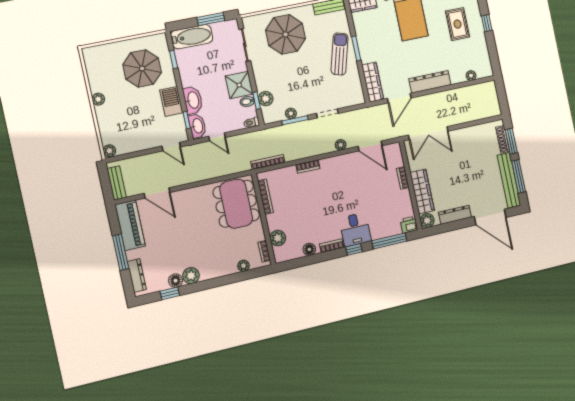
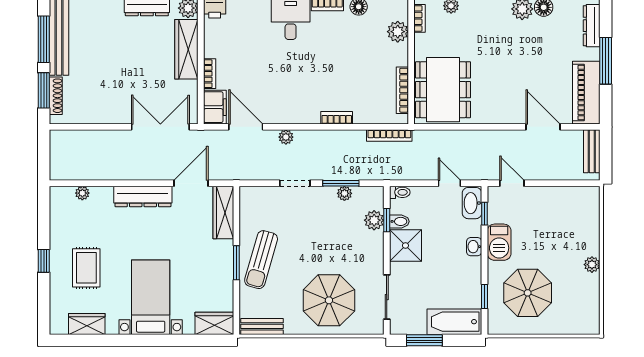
washbasin: (193, 100) -> (474, 247), width x0.52, depth x0.69
plant: (109, 151) -> (592, 195), removed
filing cabinet: (394, 155) -> (215, 107), added

